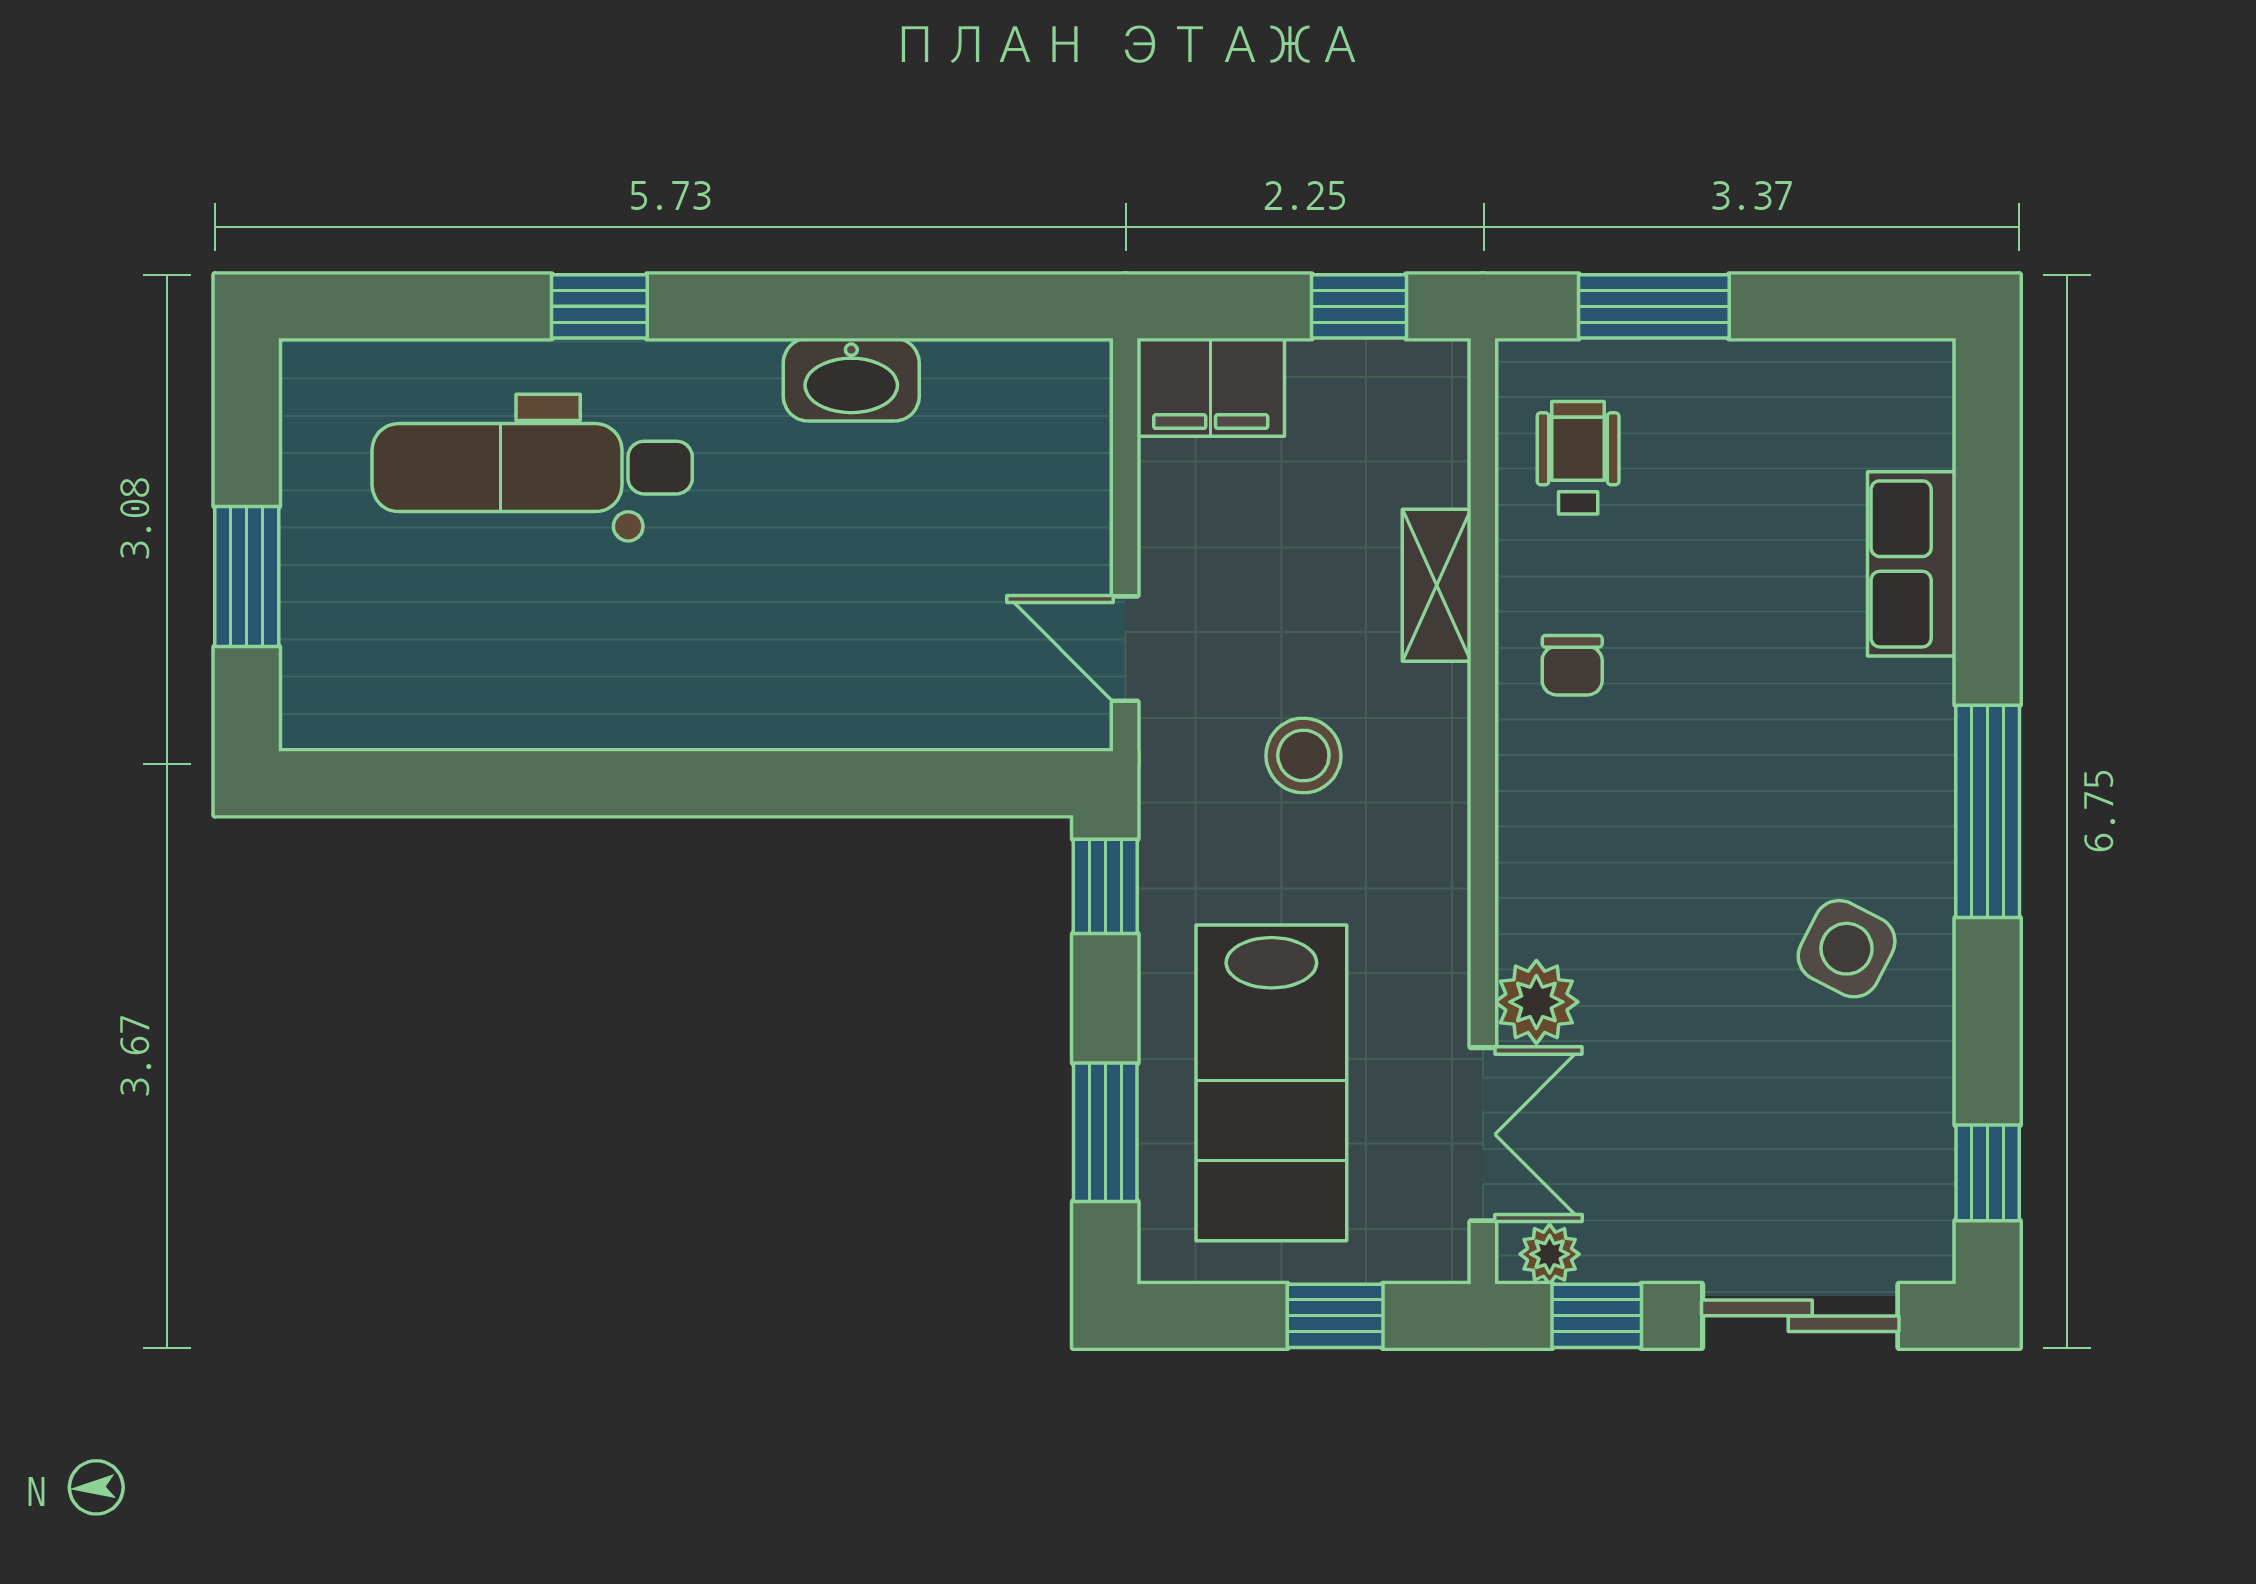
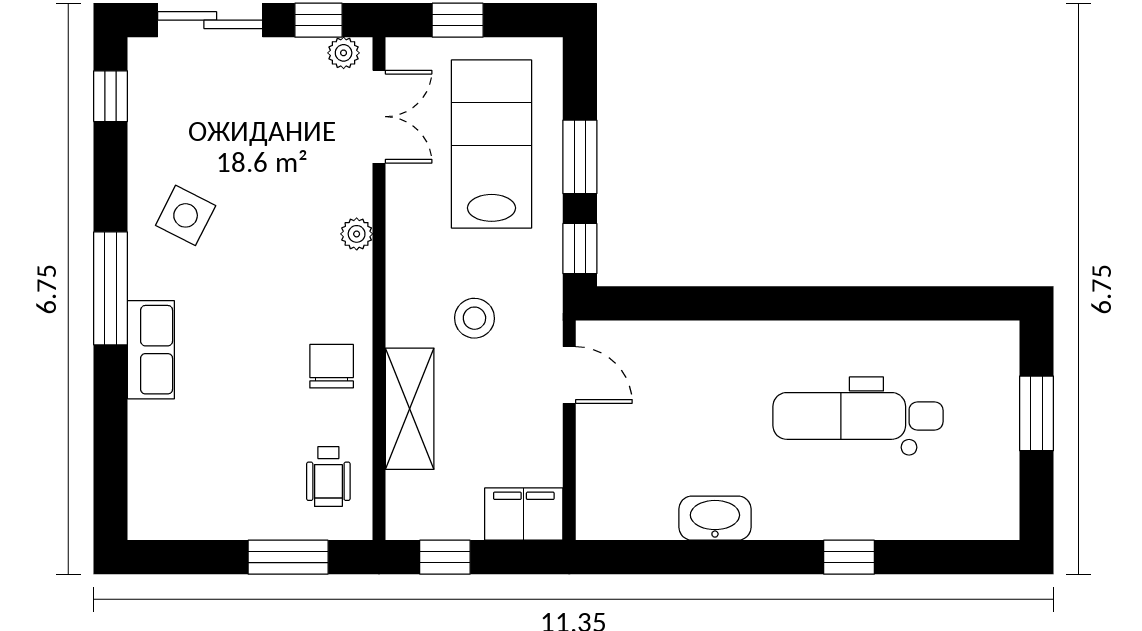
dental chair: (532, 468) -> (858, 416), moved, turned 180
row of seats: (1912, 564) -> (151, 350), moved
shelving: (1437, 585) -> (410, 409), width x1.50, depth x1.33
chair: (1572, 665) -> (332, 366), width x1.37, depth x1.37
plant: (1536, 1002) -> (357, 234), moved, width x0.73, depth x0.73
window: (1105, 1132) -> (580, 157), moved
double door: (1483, 1134) -> (379, 117), swing flipped

